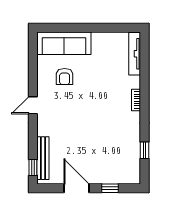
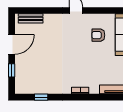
bench: (43, 158) -> (31, 18), width x0.73
window: (33, 167) -> (28, 11), removed

